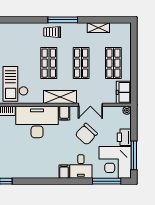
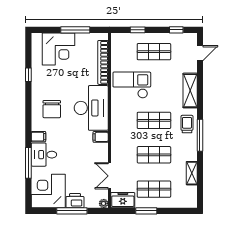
window: (134, 70) -> (146, 211), added
shelving: (60, 97) -> (190, 91), moved
double door: (90, 105) -> (109, 176), moved
chair: (86, 134) -> (52, 109), moved, turned -132
window: (134, 155) -> (72, 211), moved
window: (107, 181) -> (28, 163), moved

